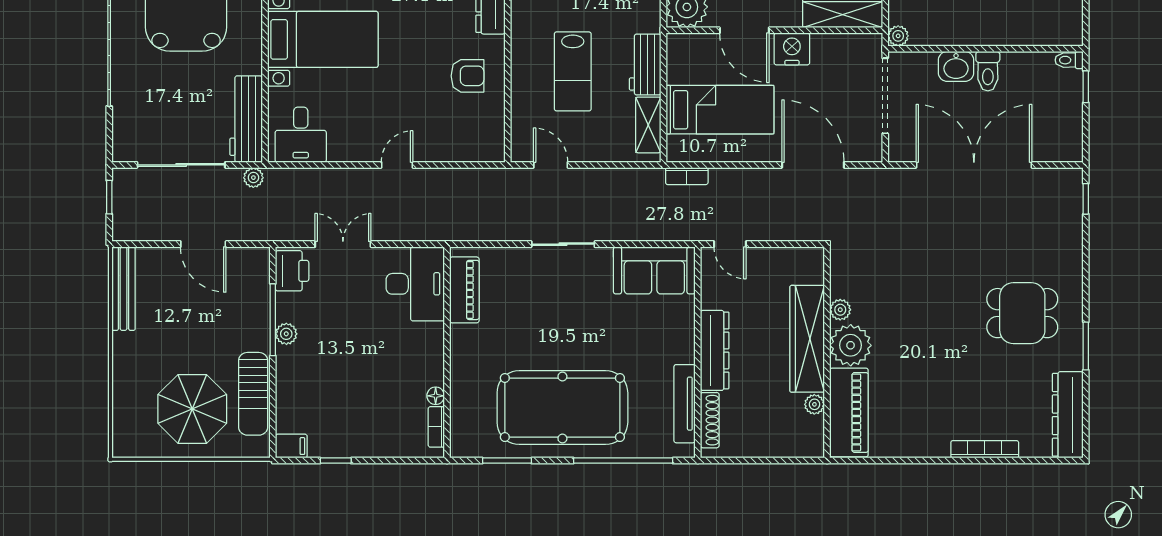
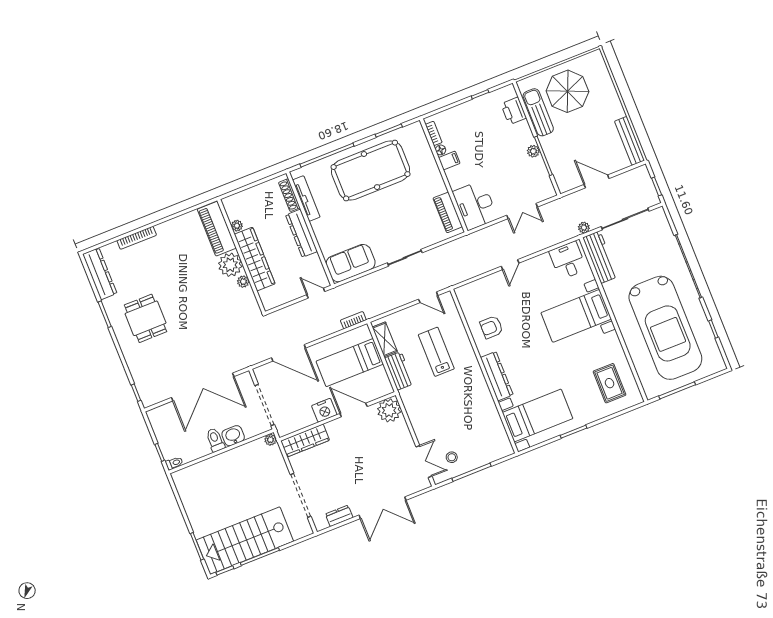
printer: (292, 271) -> (514, 111), moved
dining table: (1022, 313) -> (146, 318), turned 90
filing cabinet: (291, 446) -> (449, 161), moved, turned 180

